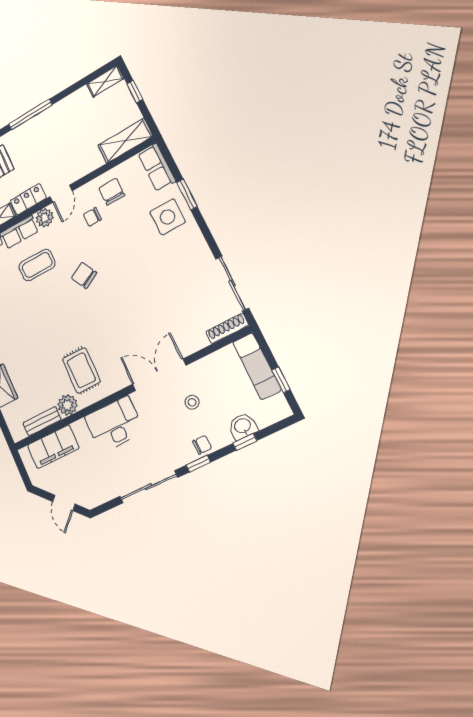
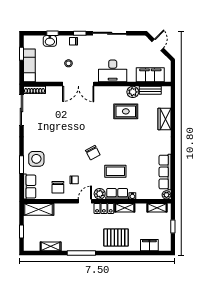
shelving: (105, 81) -> (51, 246), moved
rug: (81, 370) -> (126, 111), moved, turned 90

